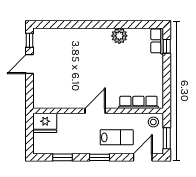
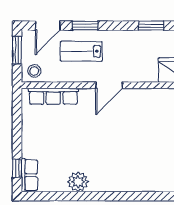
window: (100, 157) -> (85, 26), moved

